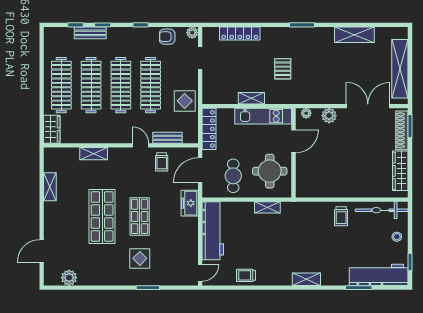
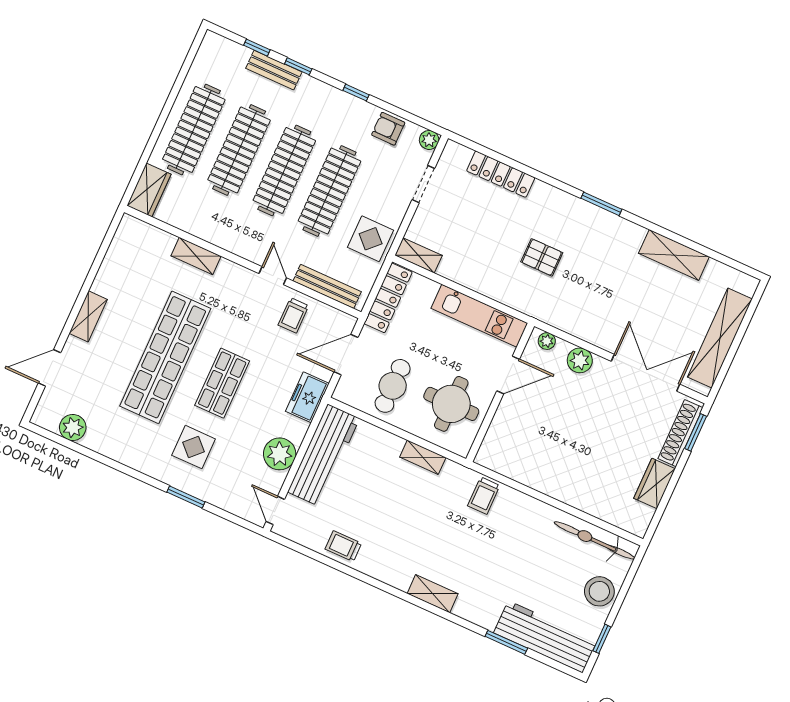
pallet: (283, 69) -> (542, 257), turned 90
shelving: (251, 98) -> (419, 255), moved
bench: (168, 138) -> (327, 286), width x1.36
wardrobe: (400, 171) -> (655, 483), width x0.67
shelving: (50, 187) -> (88, 316), moved
shop shelf: (102, 216) -> (165, 357), width x1.40
trolley: (341, 216) -> (484, 496), moved
stool: (397, 237) -> (599, 591), width x1.89, depth x1.89
plant: (188, 241) -> (280, 454), added
door: (200, 273) -> (275, 510), swing flipped

